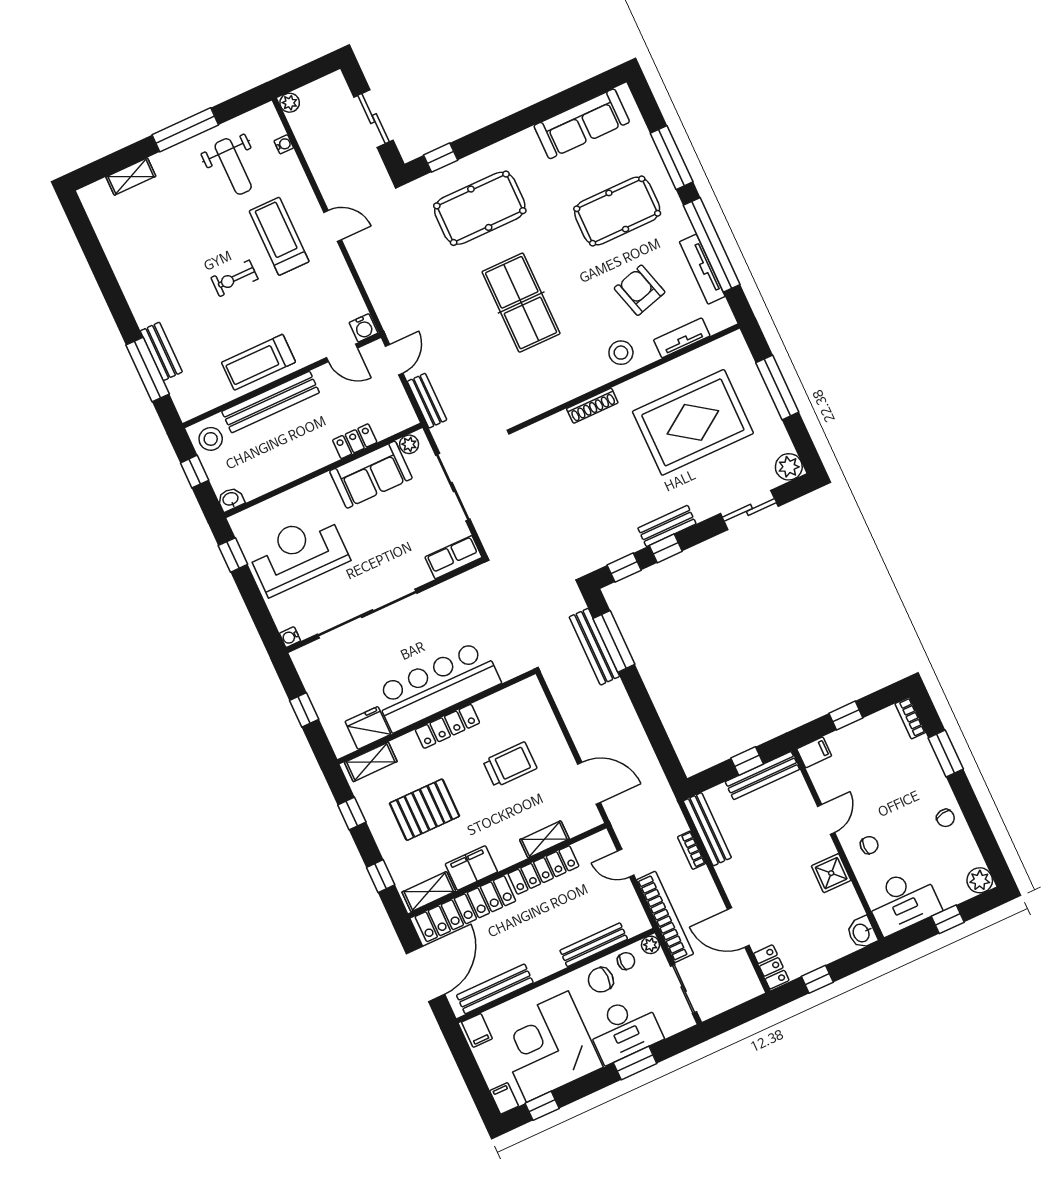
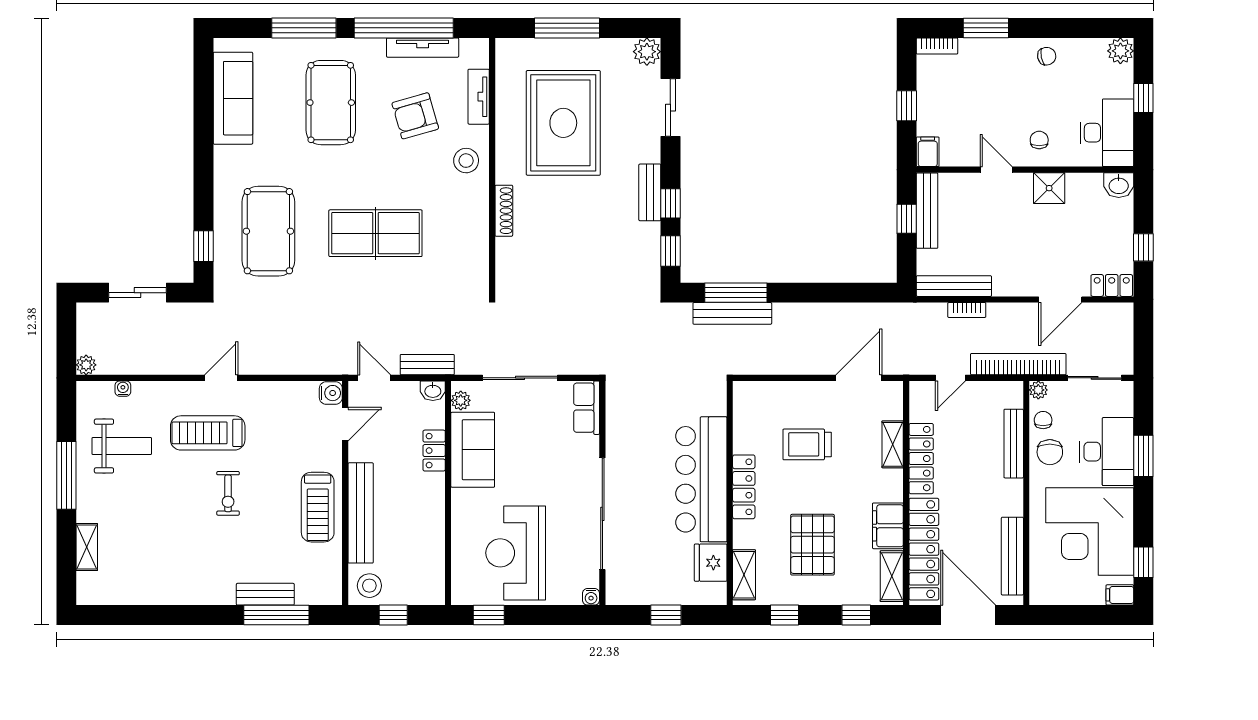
washbasin: (231, 499) -> (433, 391), moved, turned -90
trolley: (510, 765) -> (807, 444), turned -90
filing cabinet: (477, 1030) -> (1044, 591), removed

